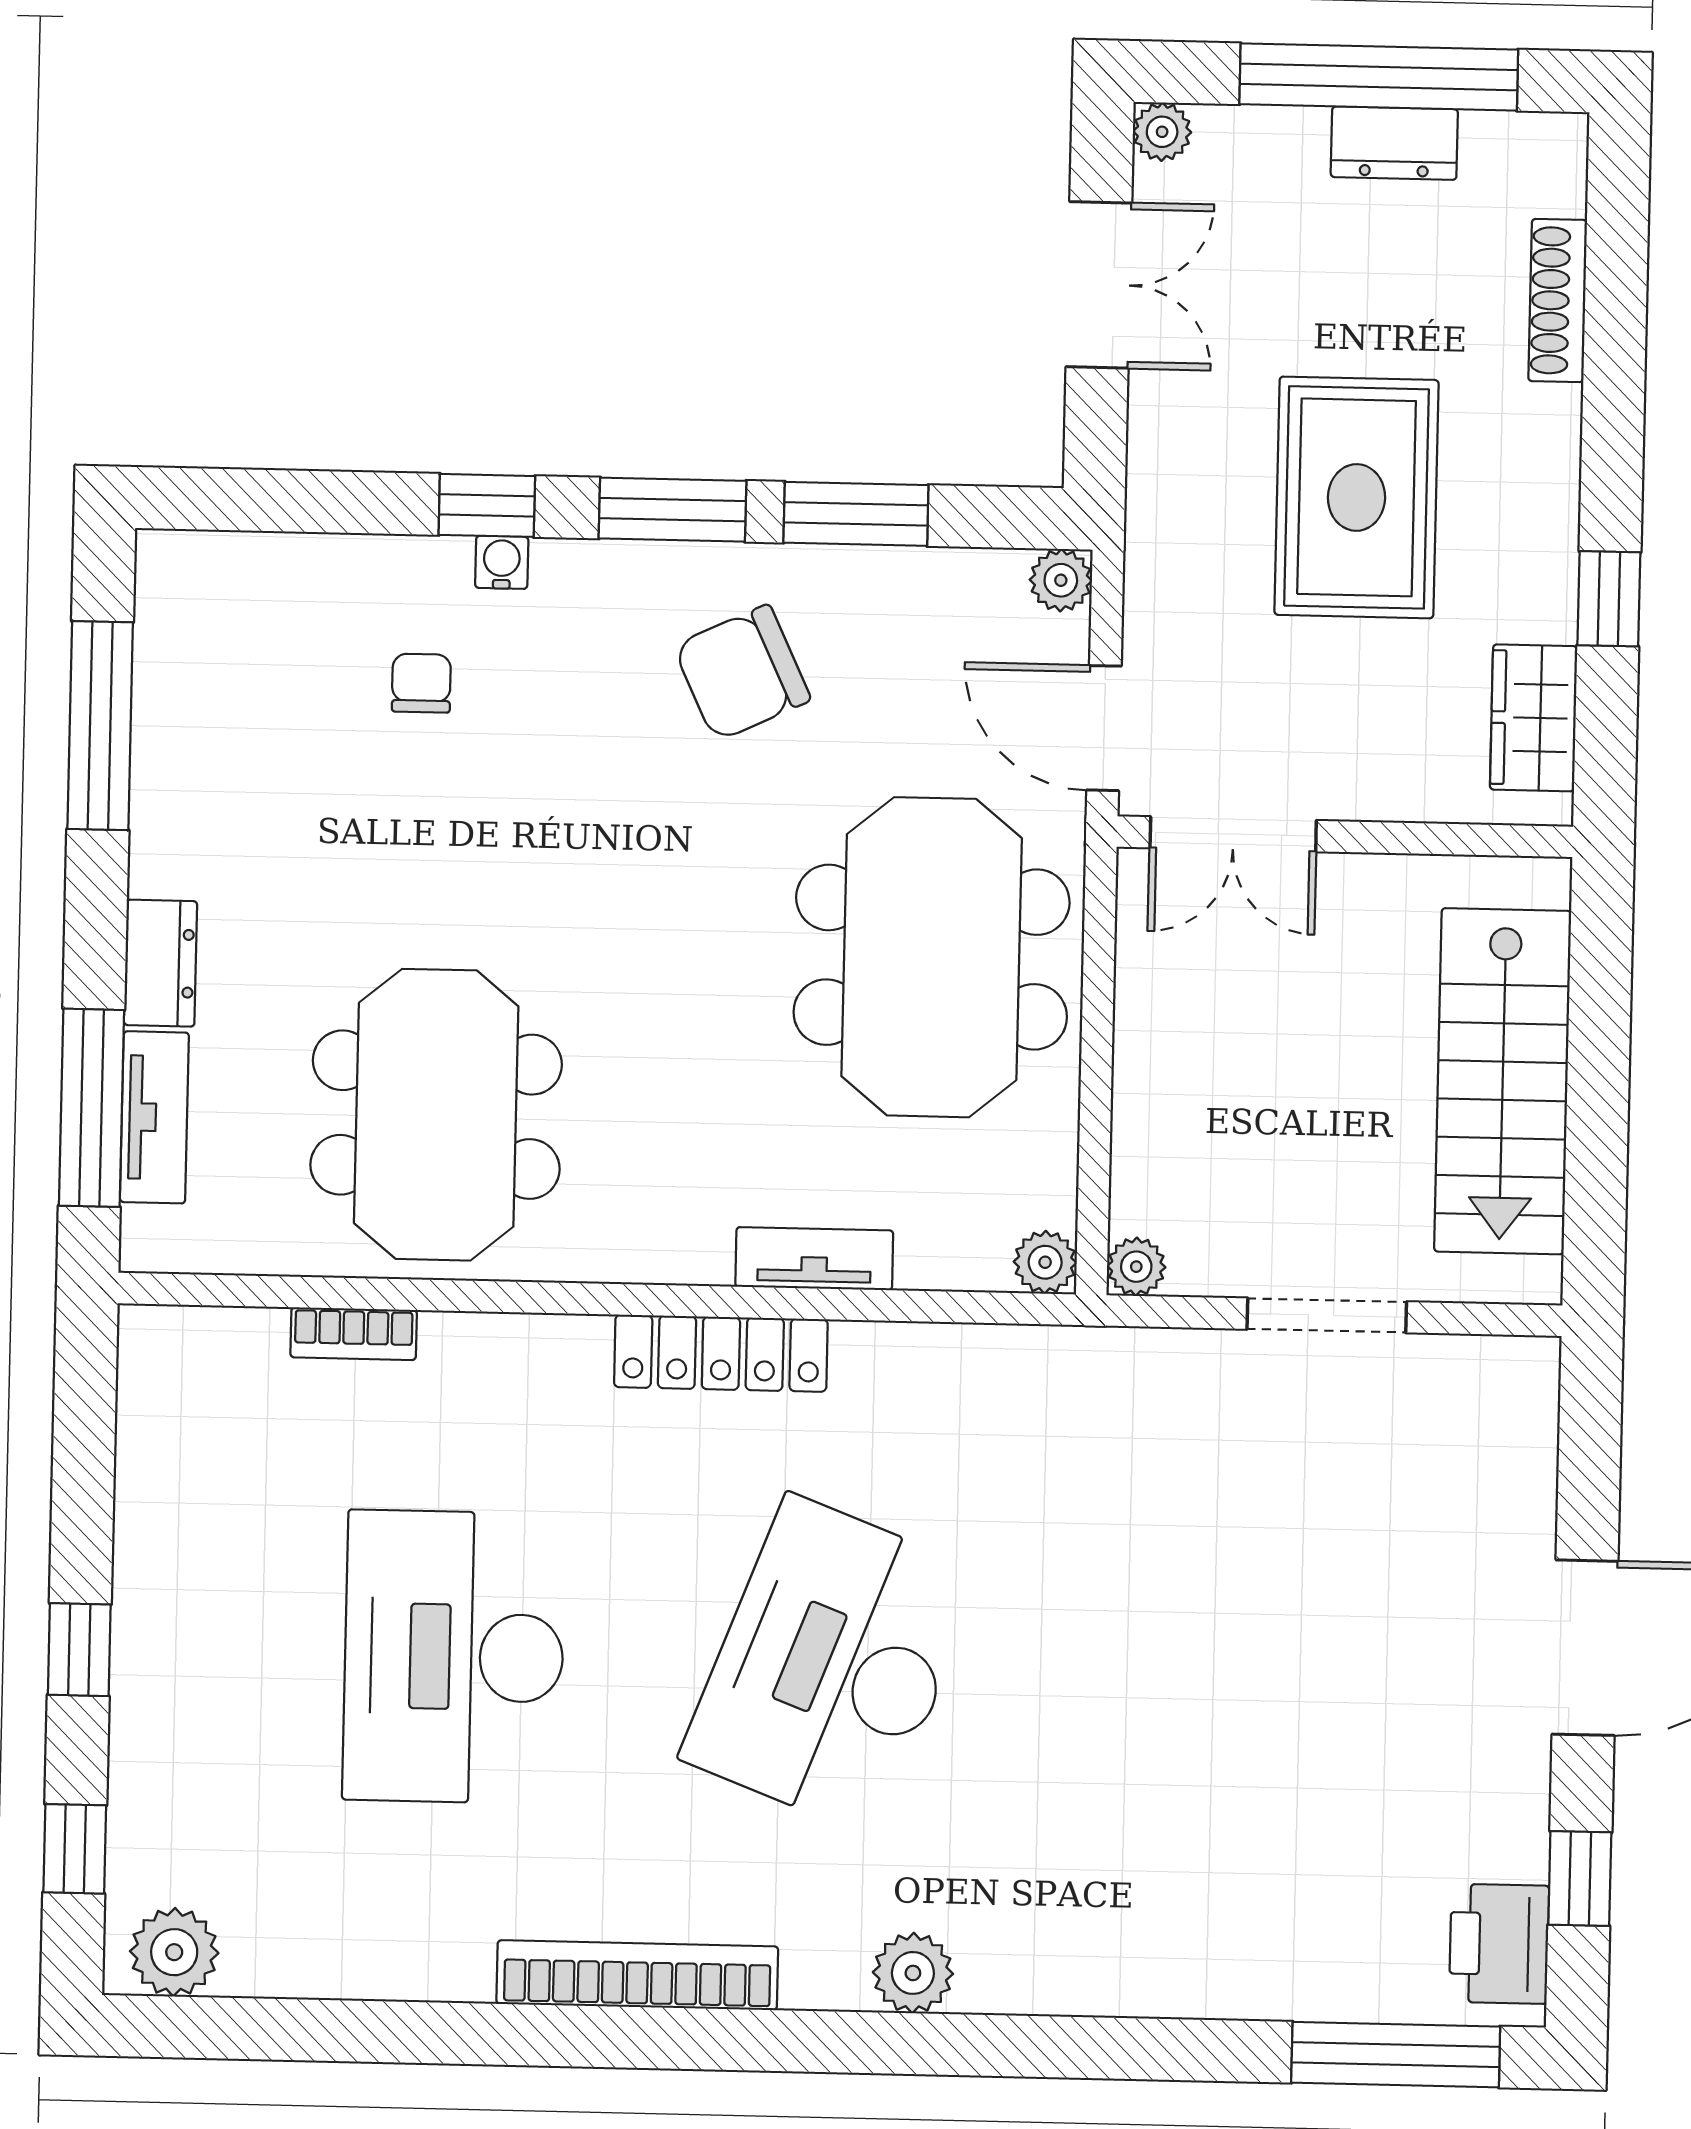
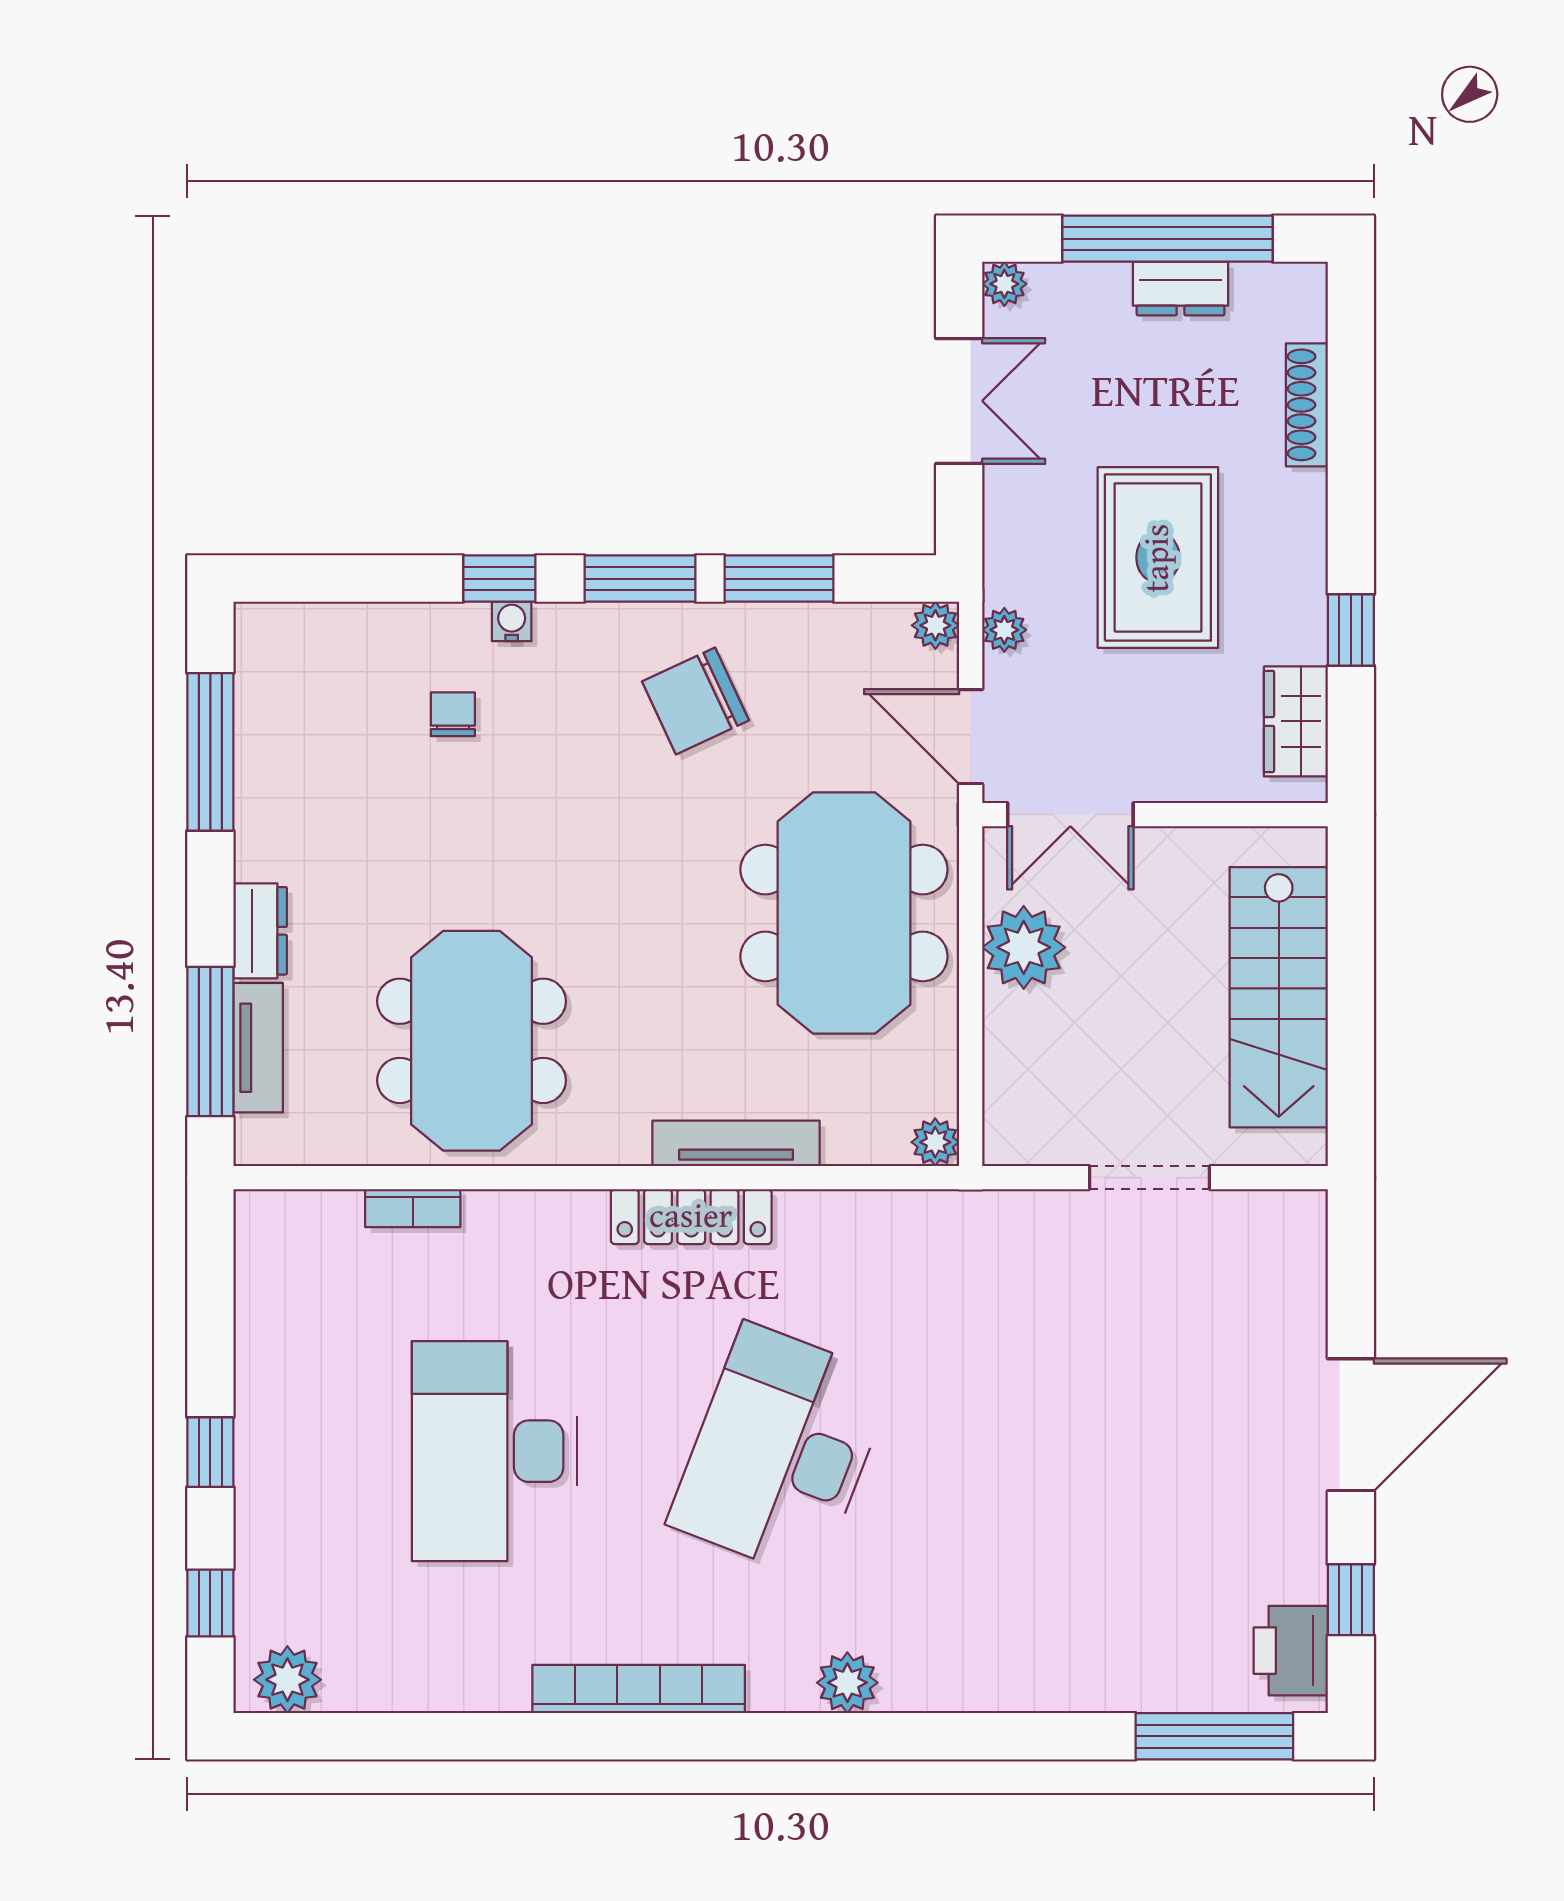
plant: (1152, 588) -> (1004, 630), added
tv unit: (814, 1259) -> (736, 1143), width x1.41
plant: (1136, 1267) -> (1024, 947), moved, width x1.87, depth x1.87

